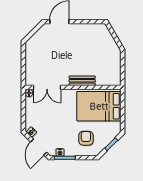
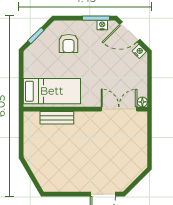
bench: (82, 81) -> (57, 118), moved
bed: (99, 106) -> (52, 91), width x0.67
door: (39, 147) -> (130, 32), swing flipped

